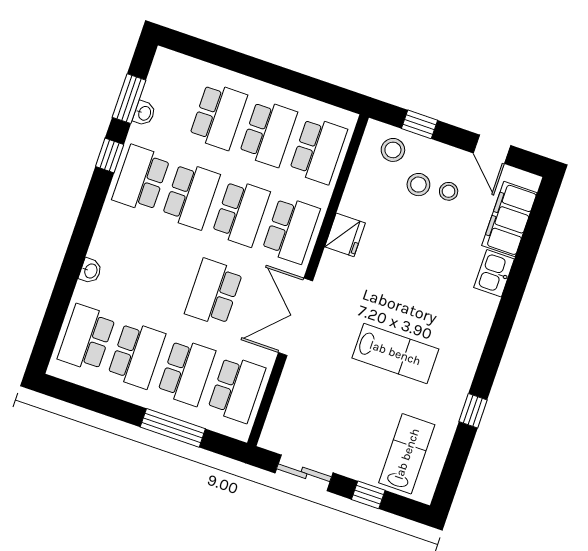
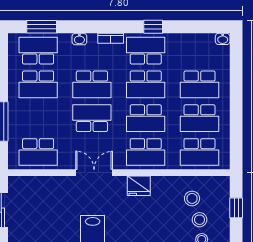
window: (129, 99) -> (42, 27), moved
washbasin: (144, 113) -> (223, 39), moved
stool: (393, 150) -> (192, 198), moved
bookcase: (105, 224) -> (111, 38), added
fridge: (345, 235) -> (139, 186), moved
double door: (295, 317) -> (94, 173), width x0.73
school desk: (187, 372) -> (92, 84), moved

